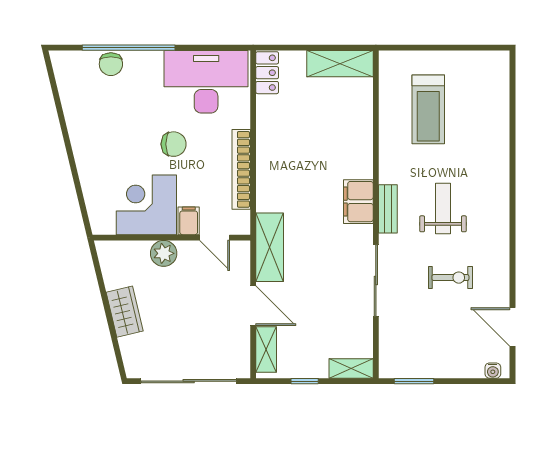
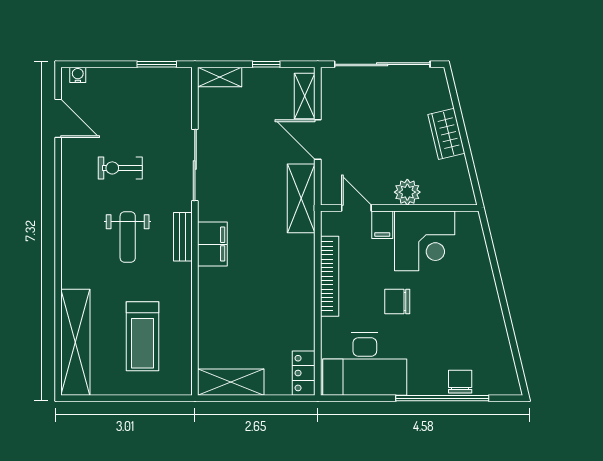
shelving: (495, 103) -> (75, 342), added
treadmill: (428, 109) -> (142, 336), turned 180

